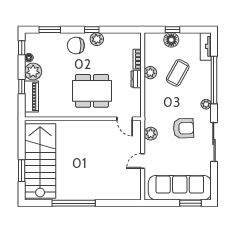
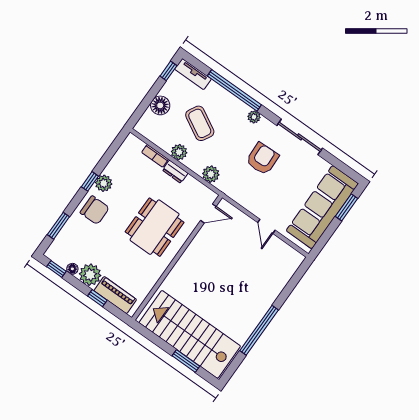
window: (172, 30) -> (168, 71), moved
chair: (76, 45) -> (95, 210), turned -90
plant: (151, 134) -> (211, 174), moved

